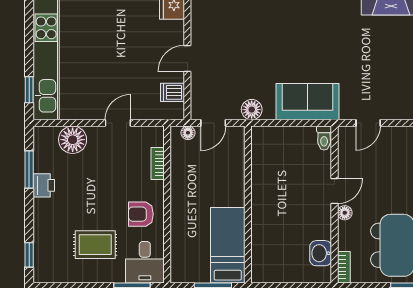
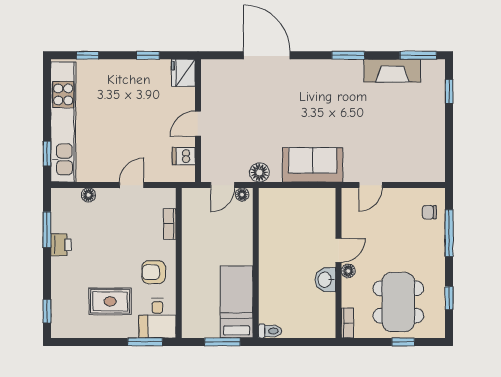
floor lamp: (188, 133) -> (242, 195), moved
toilet: (324, 138) -> (270, 331), moved, turned -90
floor lamp: (73, 140) -> (88, 195), width x0.53, depth x0.53
washbasin: (321, 253) -> (325, 280), moved

